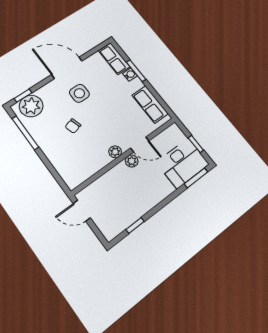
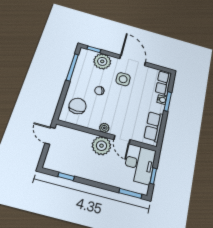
plant: (31, 106) -> (102, 61), moved
chair: (72, 160) -> (78, 106), added
plant: (132, 161) -> (101, 146), width x1.88, depth x1.88
desk: (183, 163) -> (140, 164), moved, turned -90

